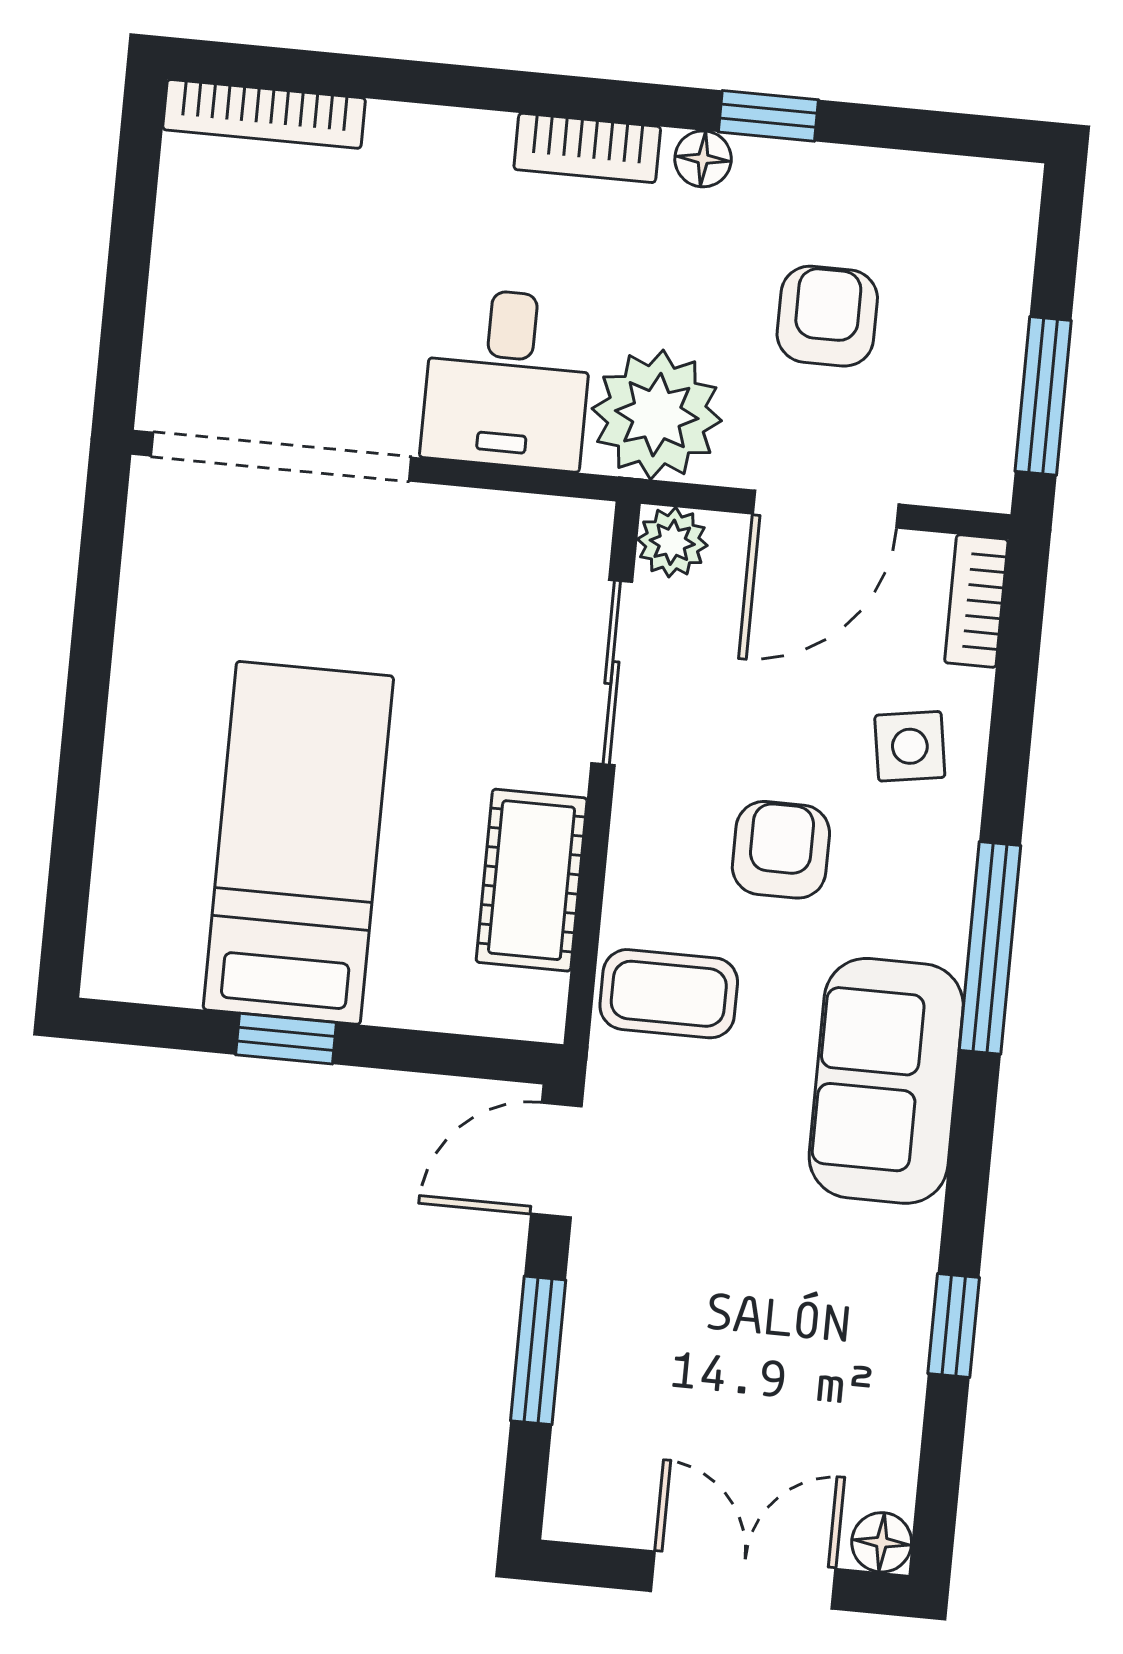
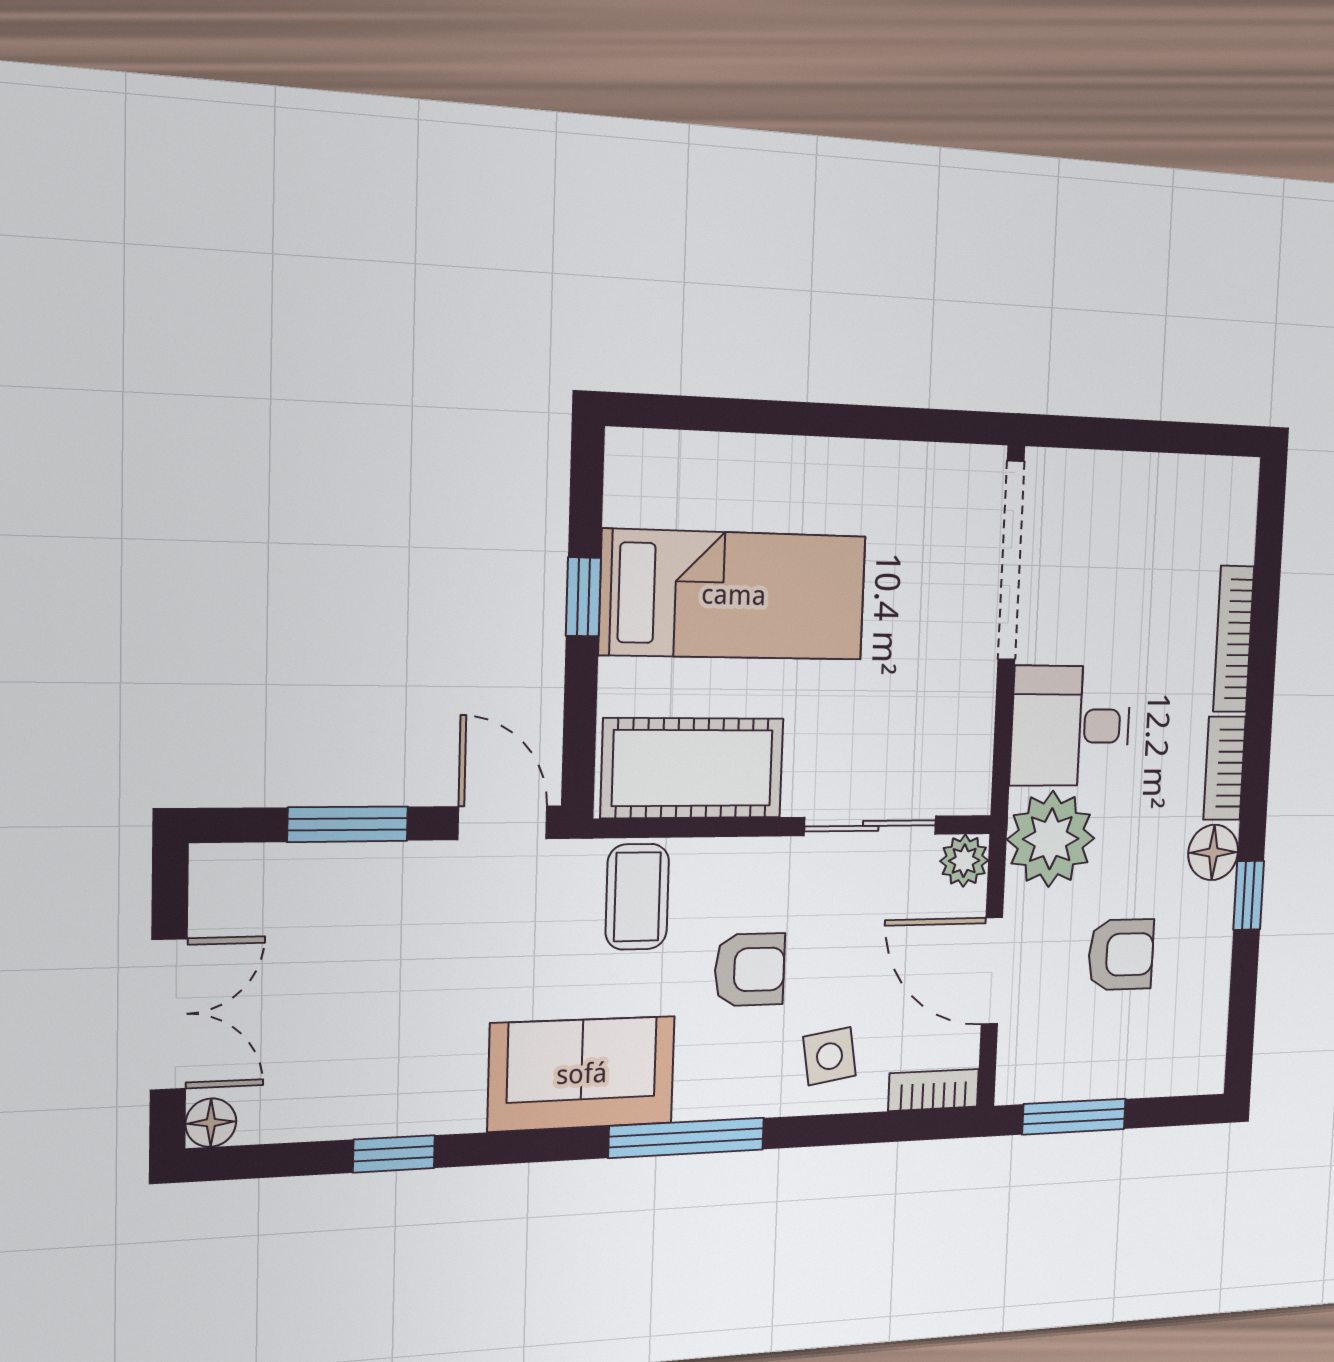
bookcase: (264, 114) -> (1234, 639), moved
floor lamp: (703, 159) -> (1213, 852), width x1.37, depth x1.37
cot: (532, 880) -> (693, 768), width x1.37, depth x1.34

